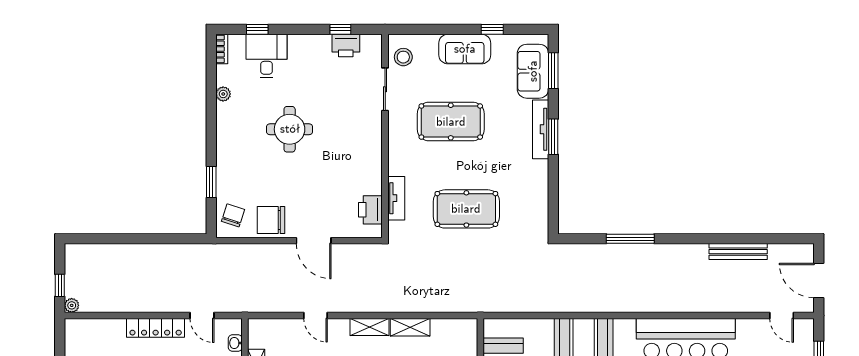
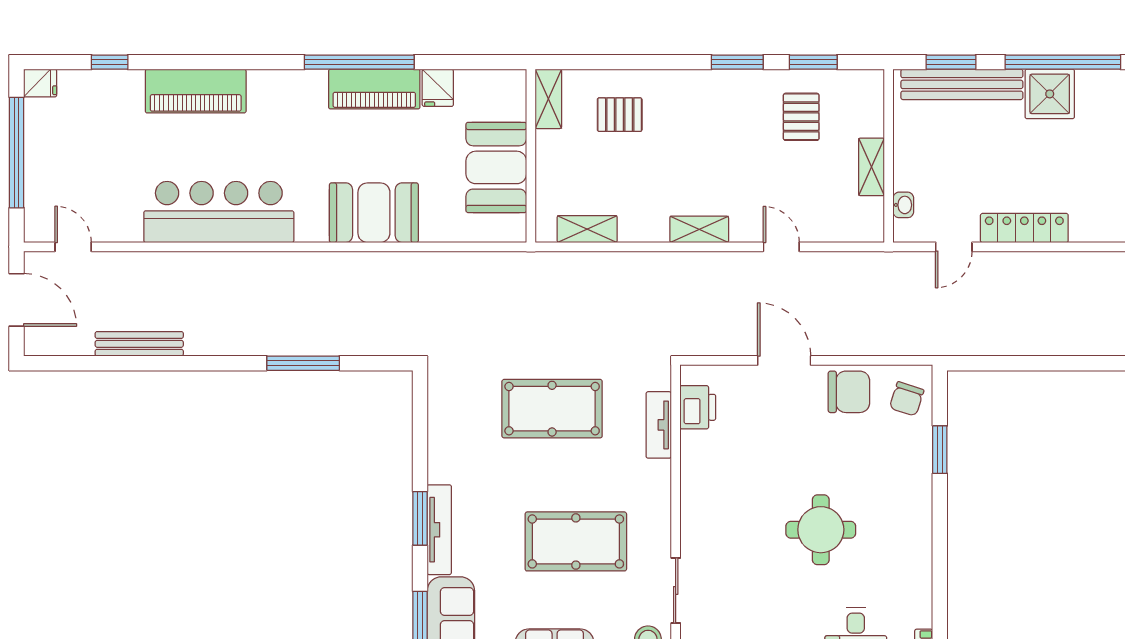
plant: (223, 94) -> (922, 583), removed
door: (202, 315) -> (954, 247), swing flipped
shelving: (410, 327) -> (587, 229), moved

